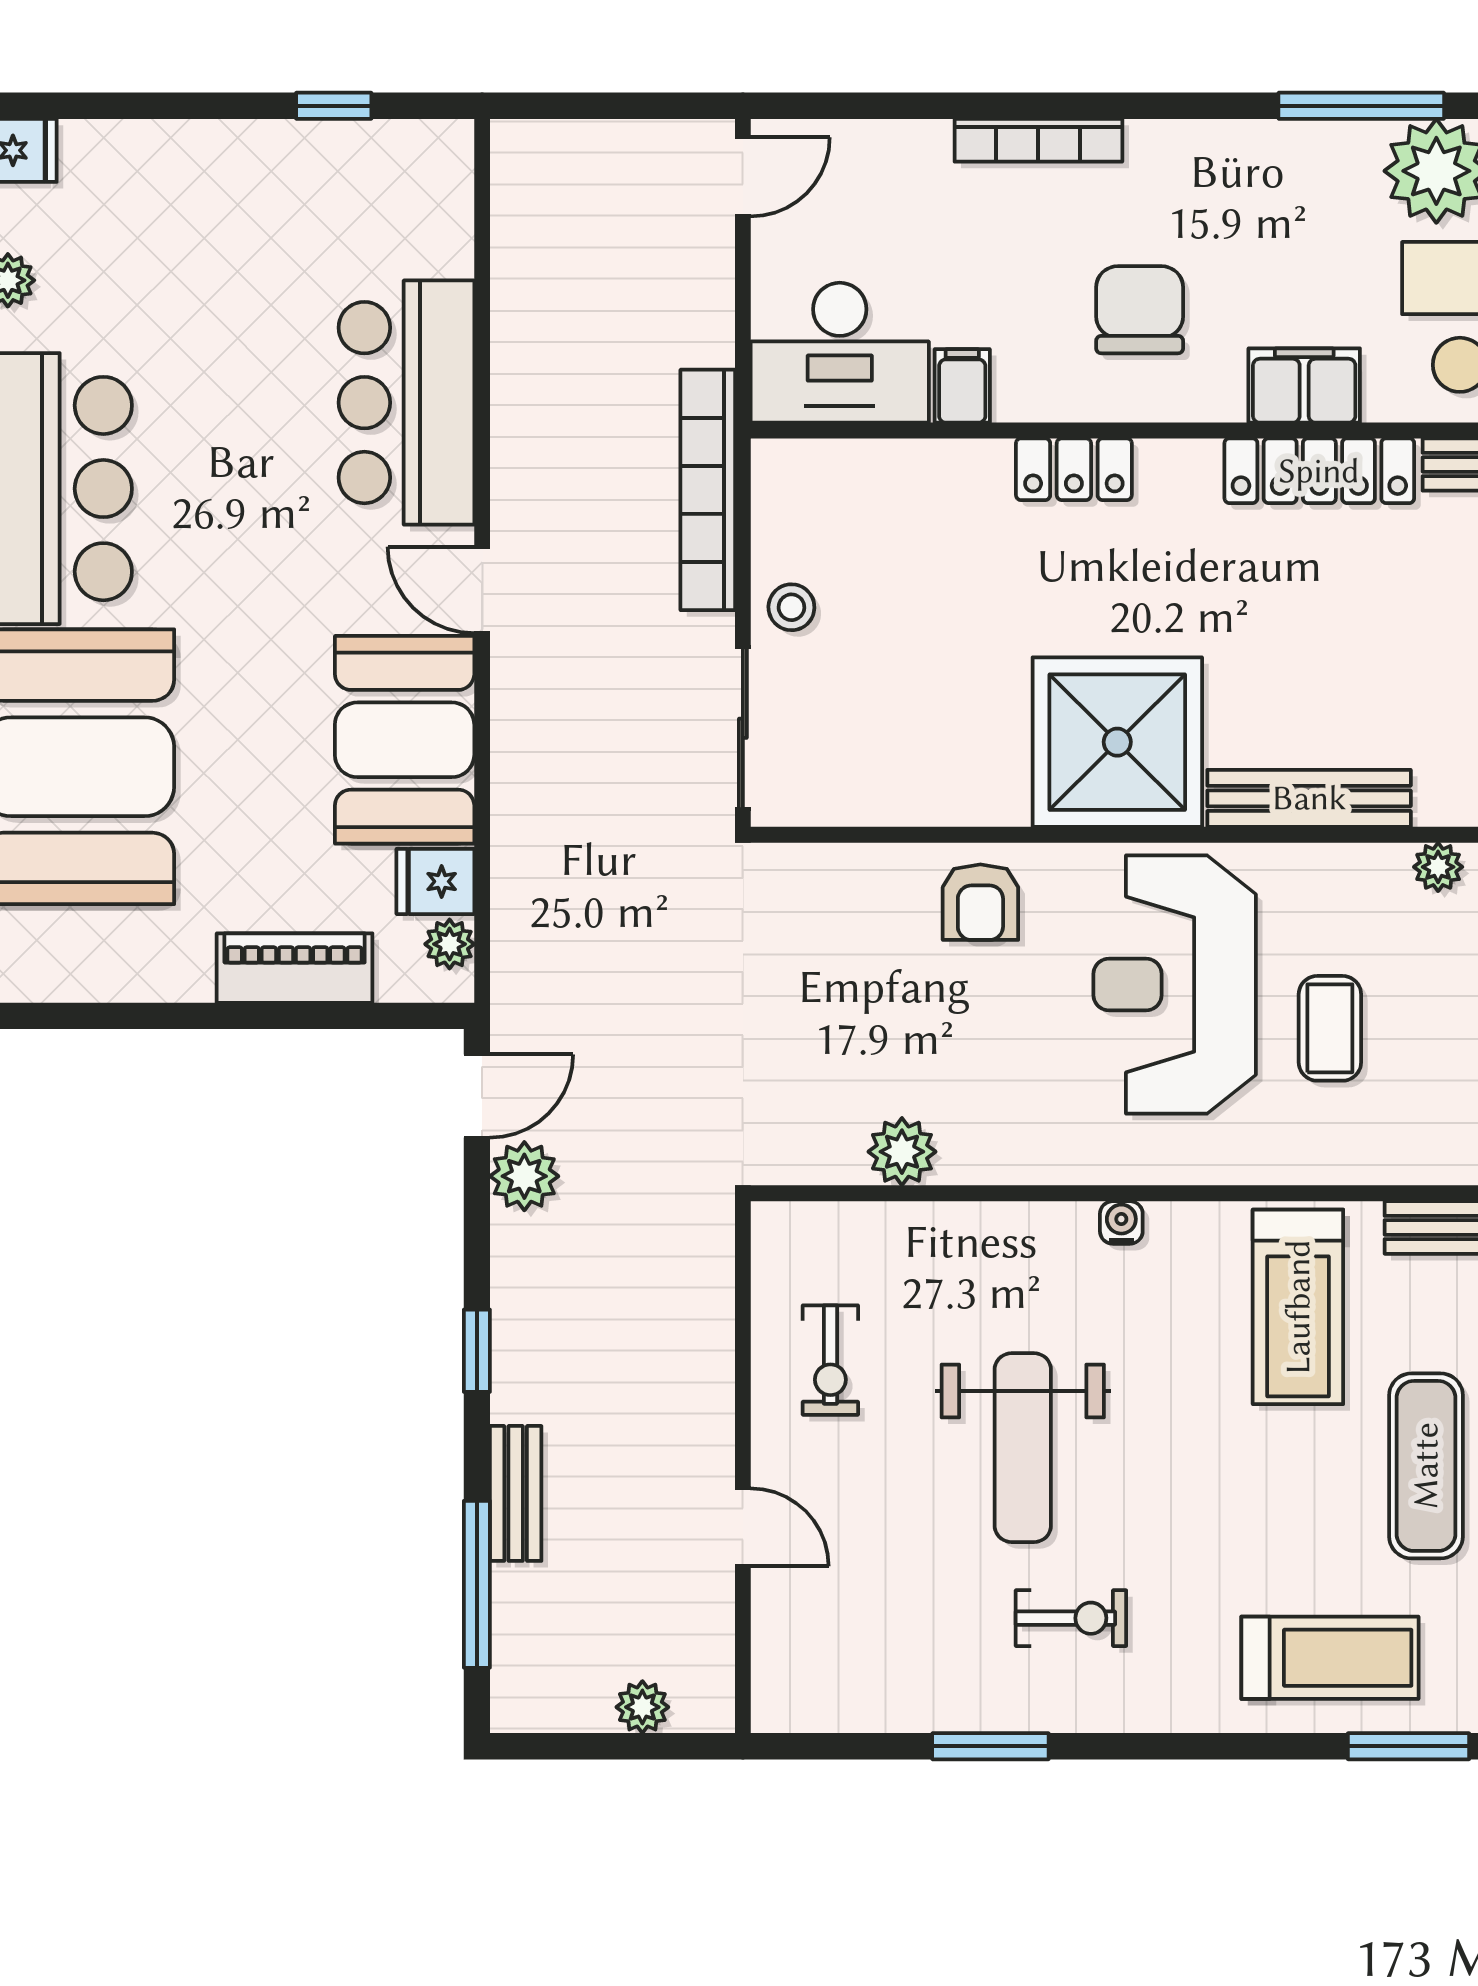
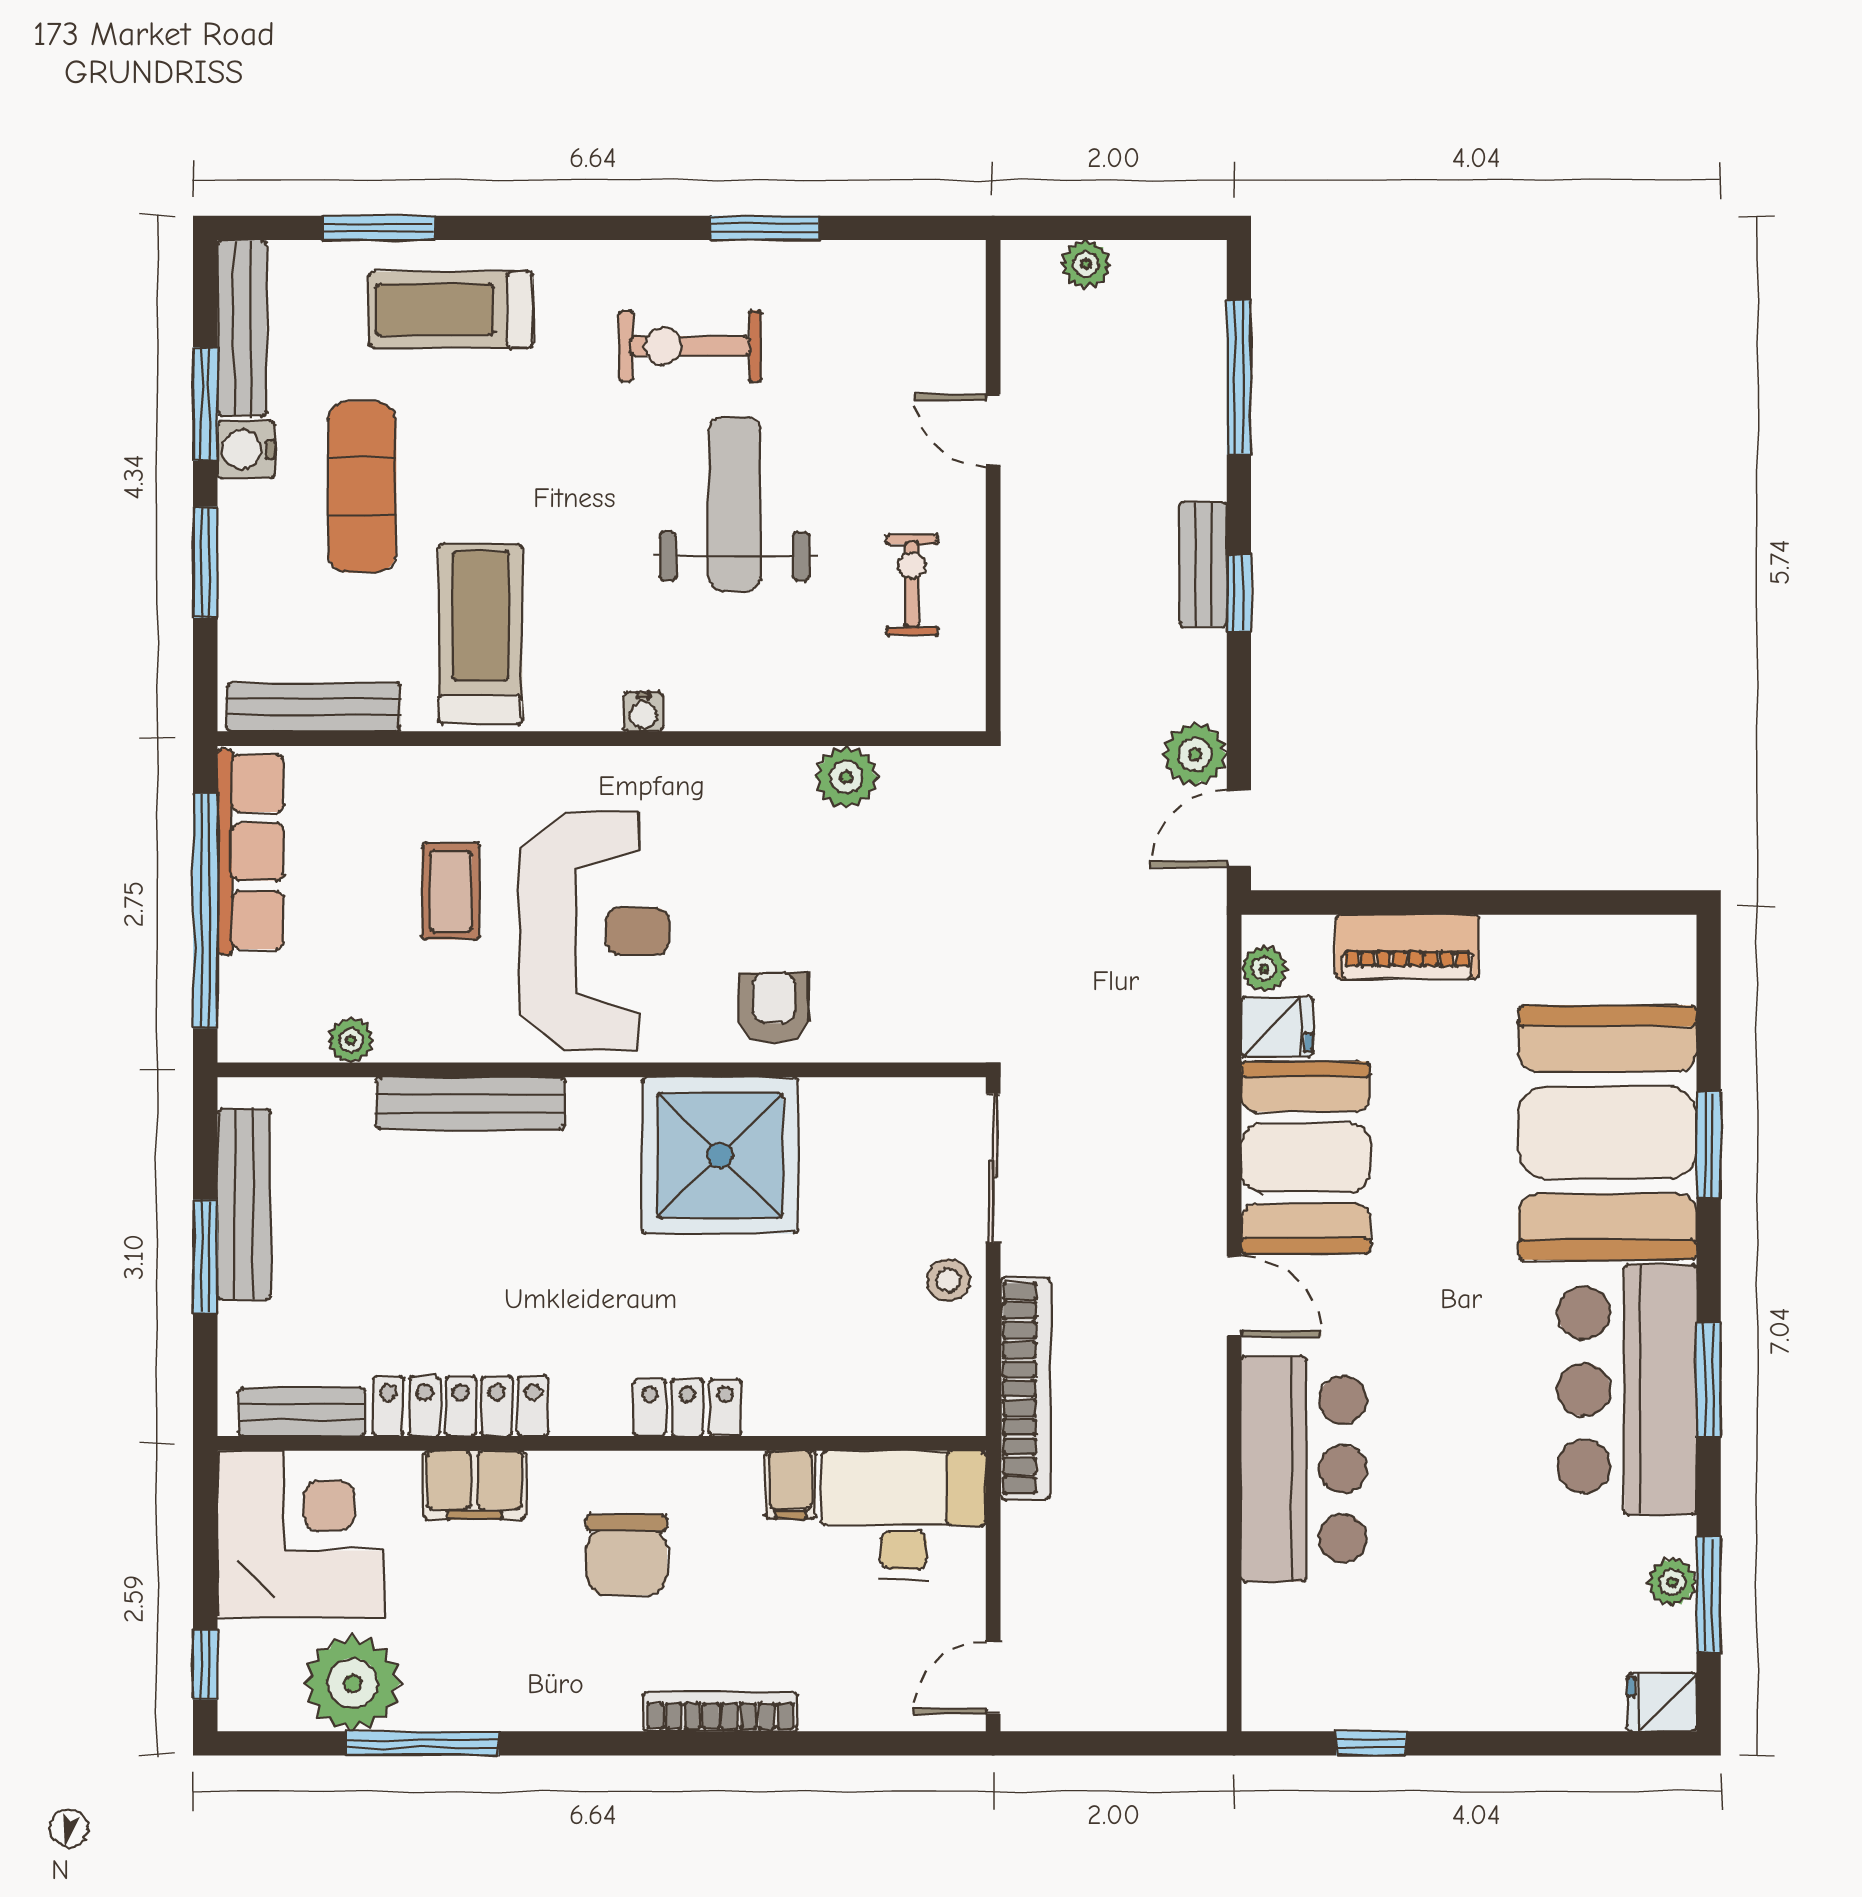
shower: (1117, 742) -> (720, 1155), moved
bench: (516, 1493) -> (1203, 564), moved
exercise bike: (1071, 1618) -> (690, 346), width x1.38, depth x1.39

